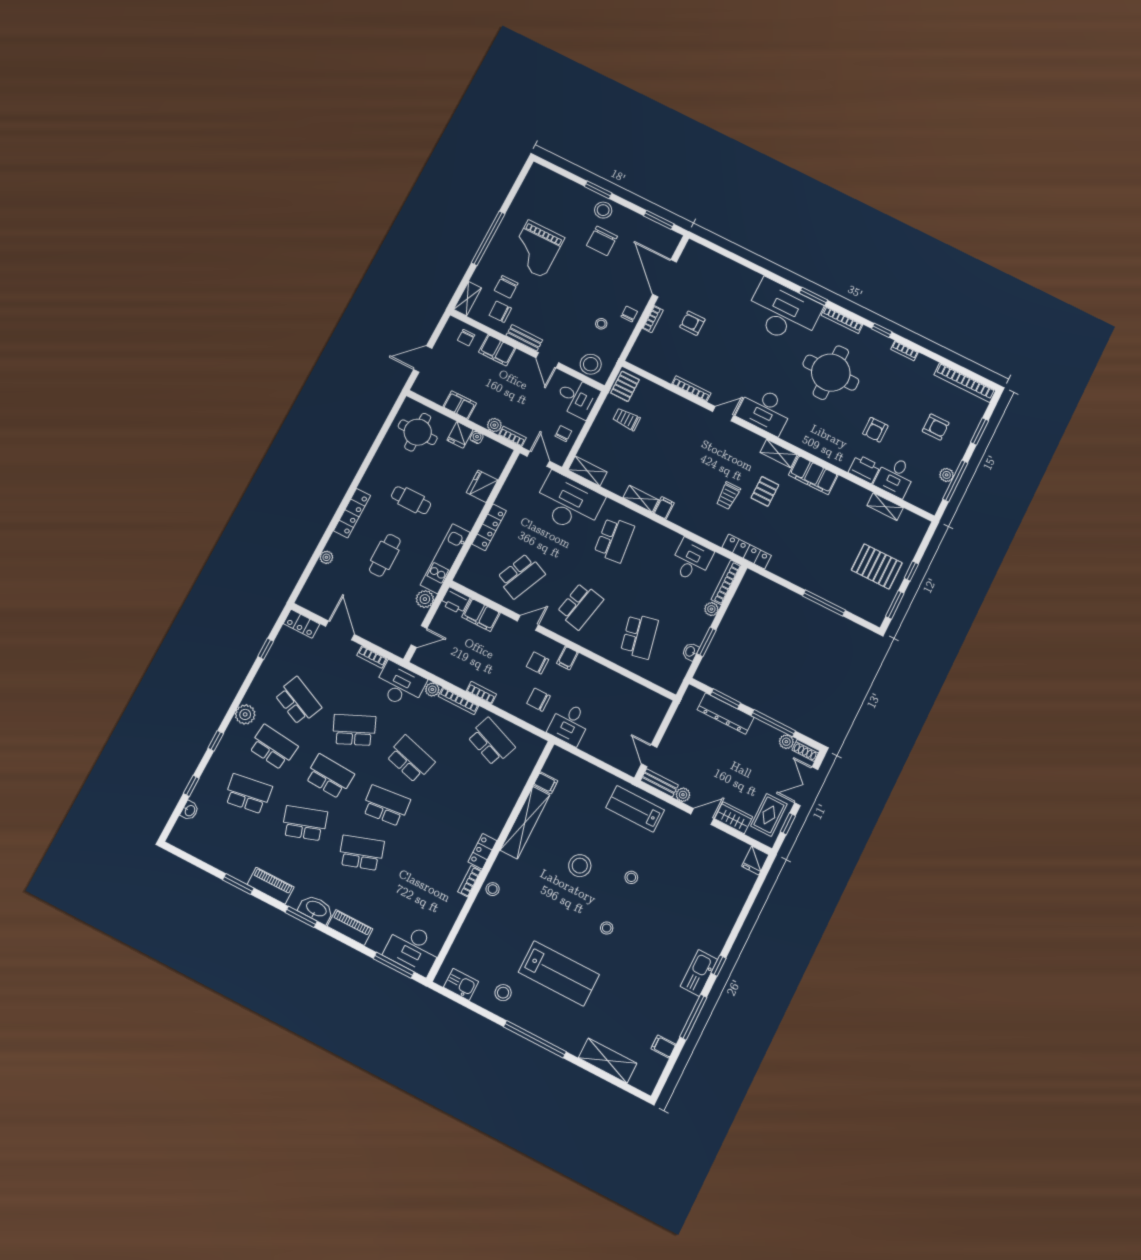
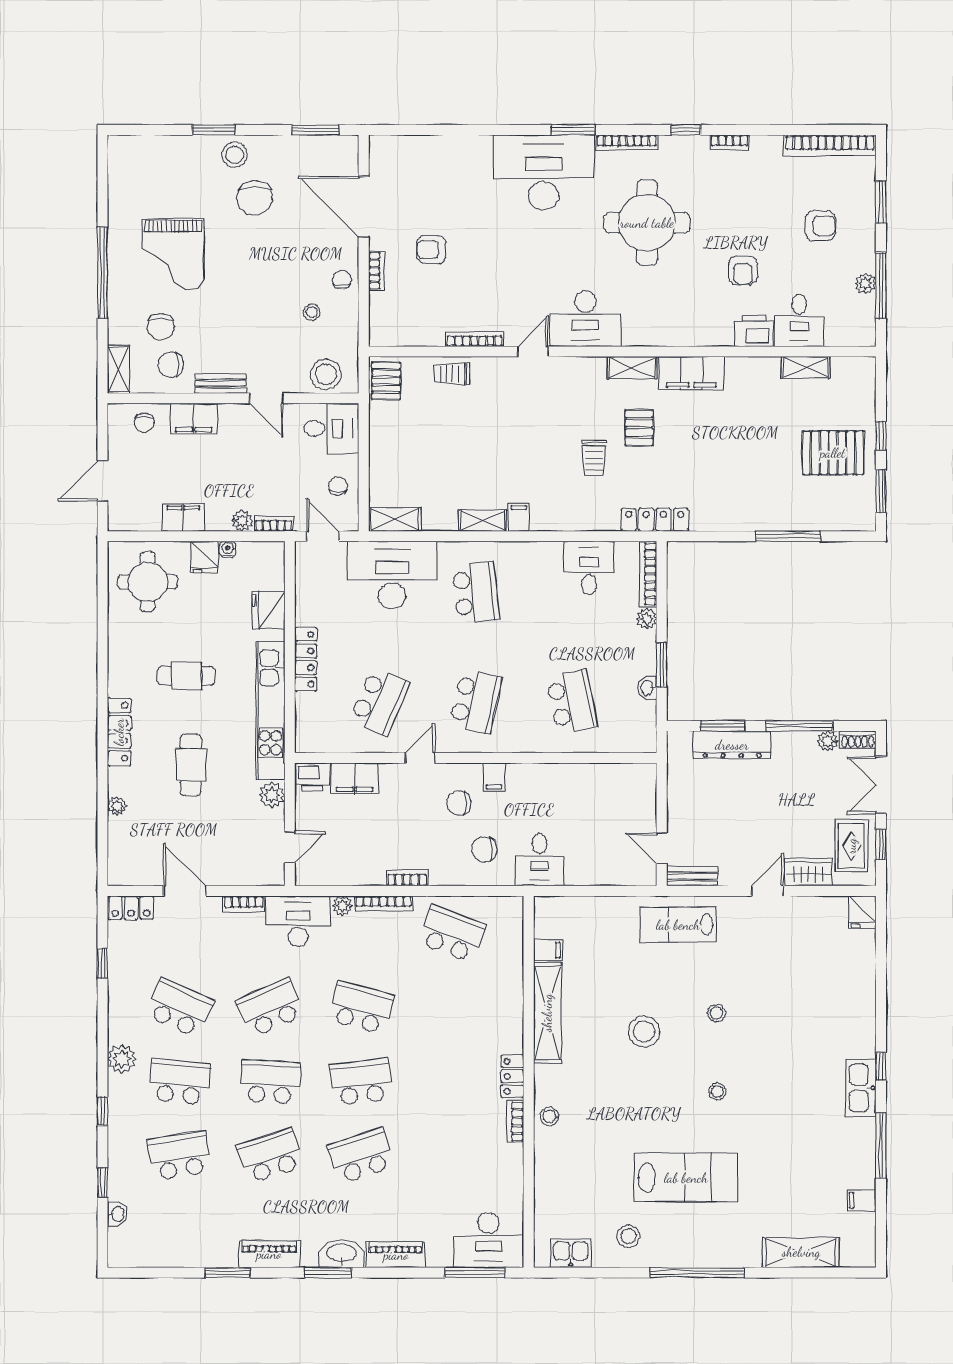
trolley: (626, 419) -> (452, 374), moved
kitchen unit: (445, 559) -> (271, 711), width x1.36
plant: (683, 795) -> (730, 876), removed

